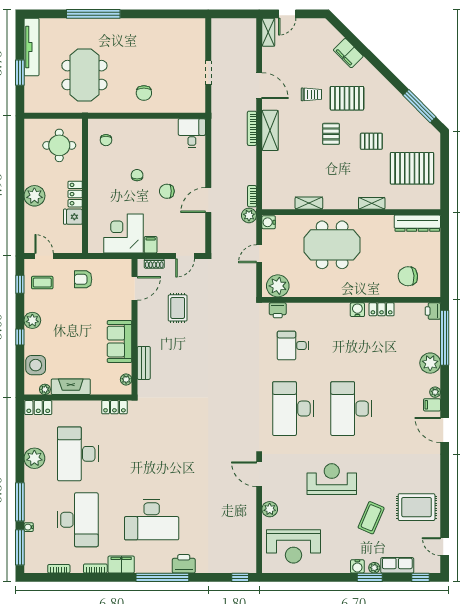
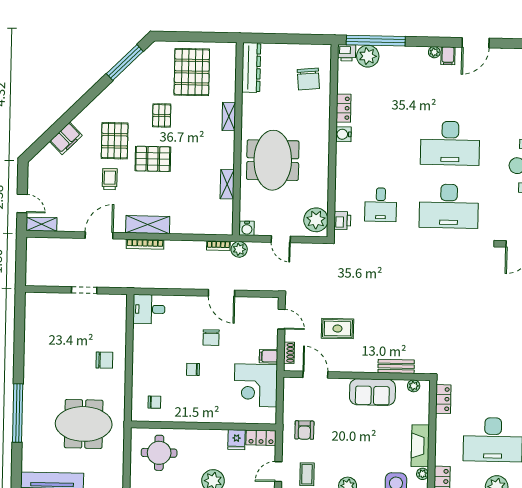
pallet: (331, 134) -> (153, 159), width x1.50, depth x1.42
locker: (75, 194) -> (261, 438), moved
plant: (430, 363) -> (368, 56), moved

